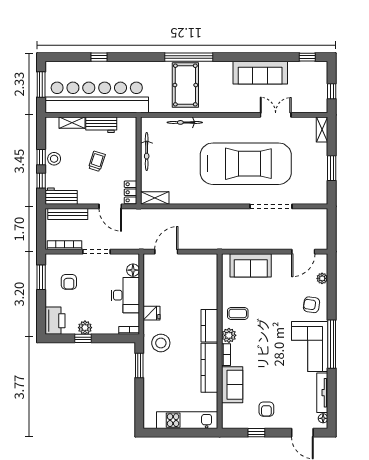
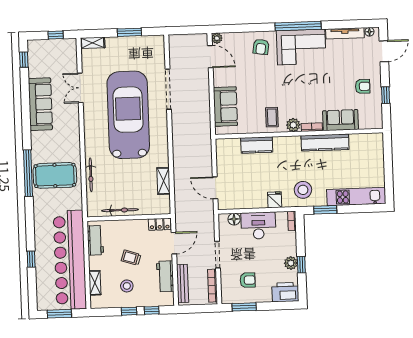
workbench: (101, 125) -> (95, 240), moved
stool: (54, 159) -> (127, 286), moved
workbench: (61, 196) -> (165, 276), moved
shelving: (155, 198) -> (164, 181), moved
plant: (322, 278) -> (217, 38), moved
kitchen counter: (209, 326) -> (257, 145), moved
kitchen unit: (187, 420) -> (356, 197), moved, turned 90

